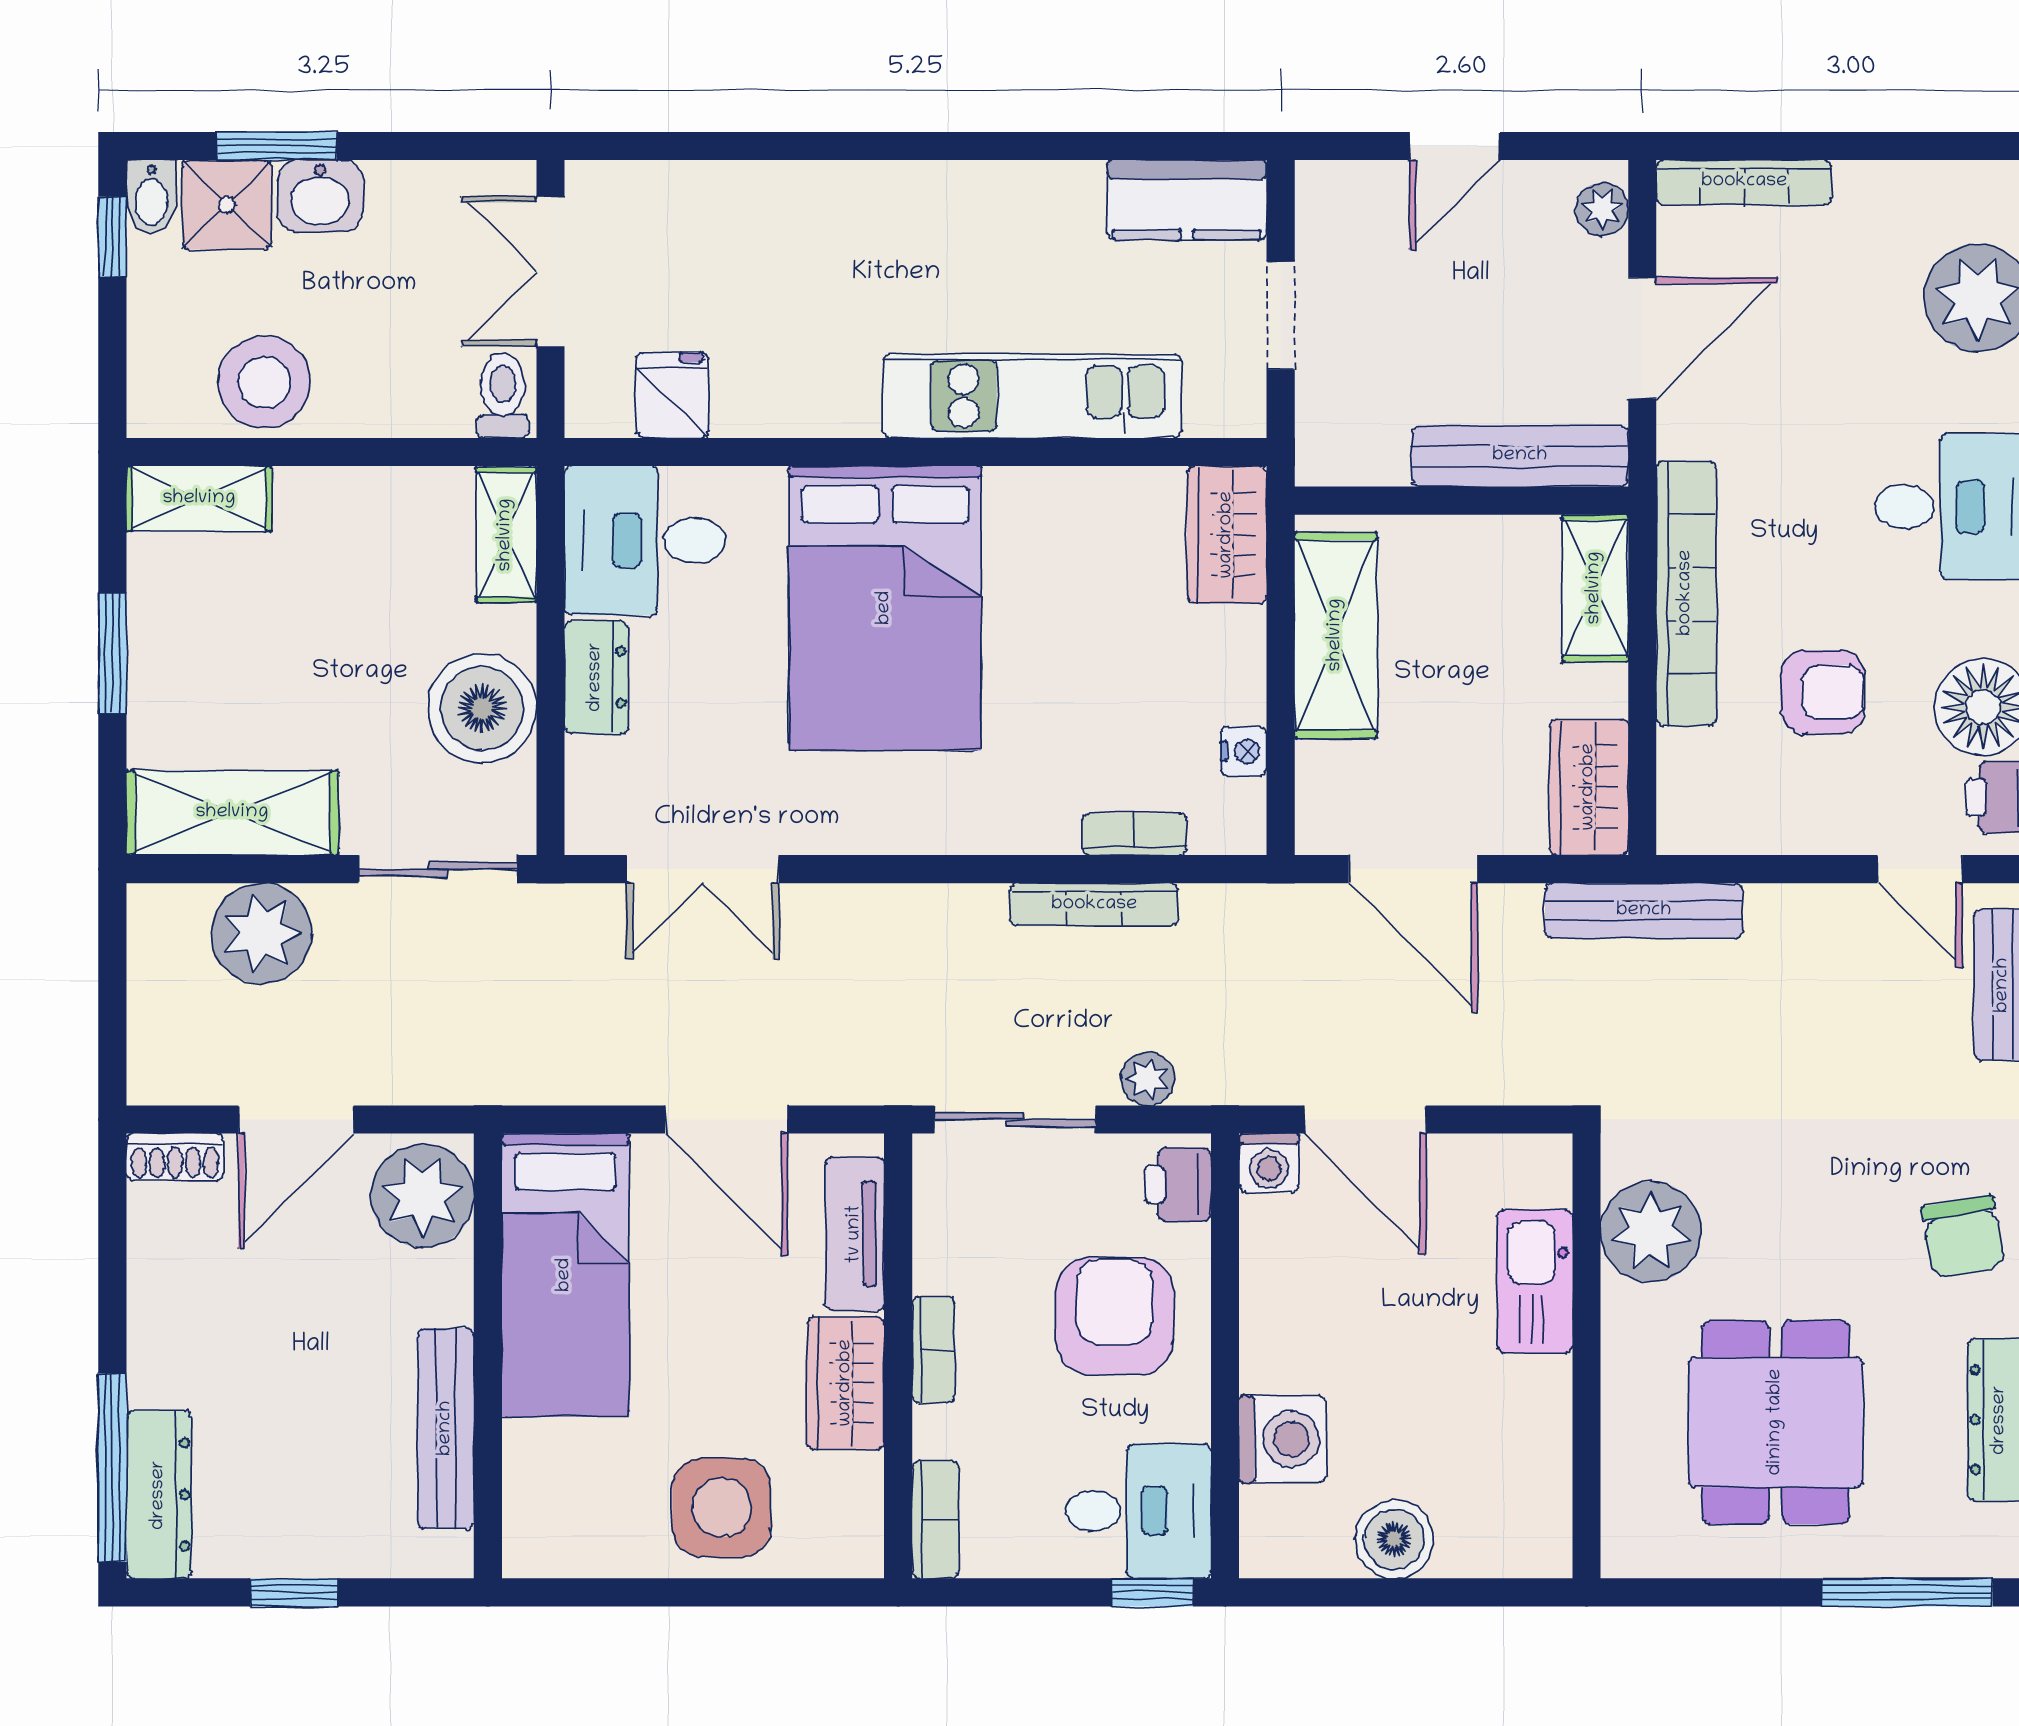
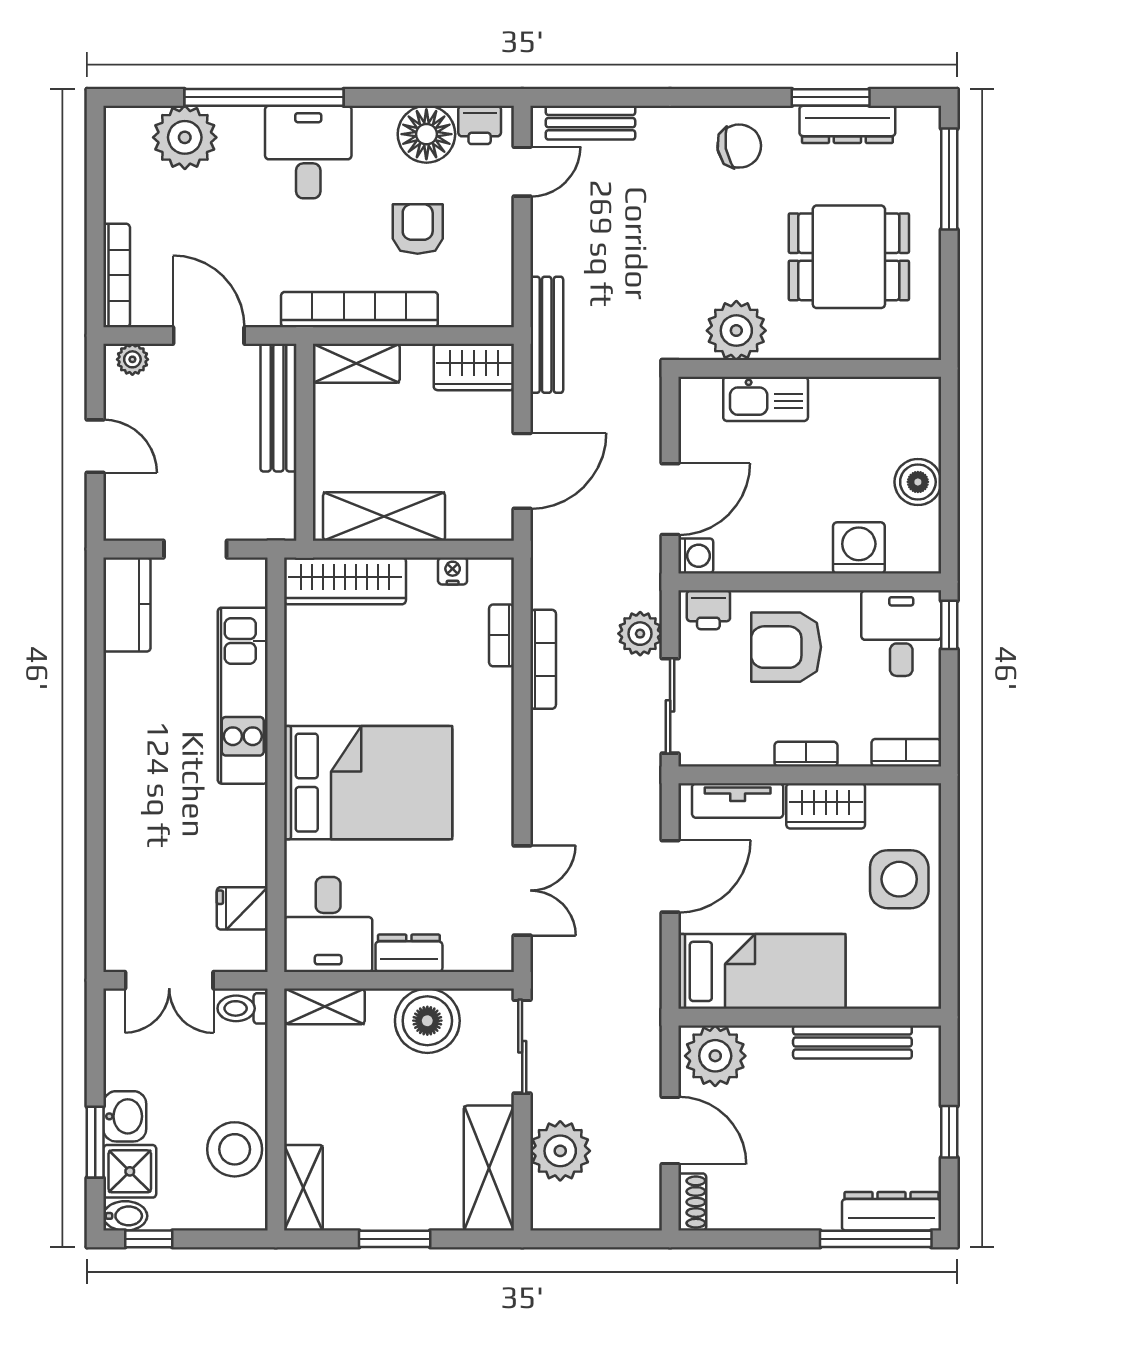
wardrobe: (1227, 535) -> (345, 581), width x1.50
plant: (1148, 1079) -> (640, 634), width x1.38, depth x1.38

